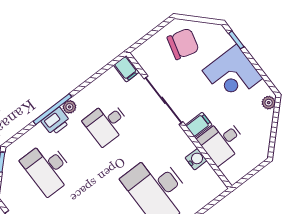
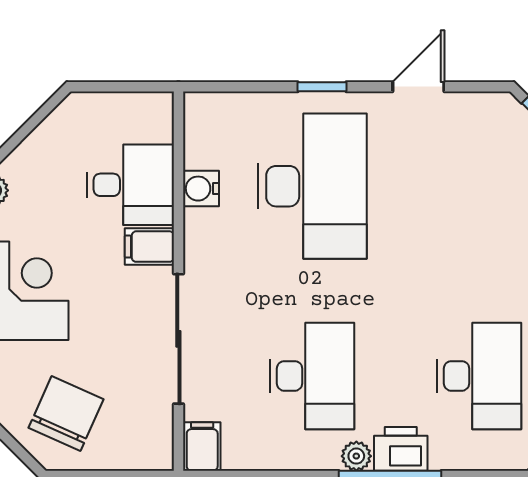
chair: (183, 44) -> (66, 414), turned 99
desk: (107, 123) -> (312, 376), width x1.37

